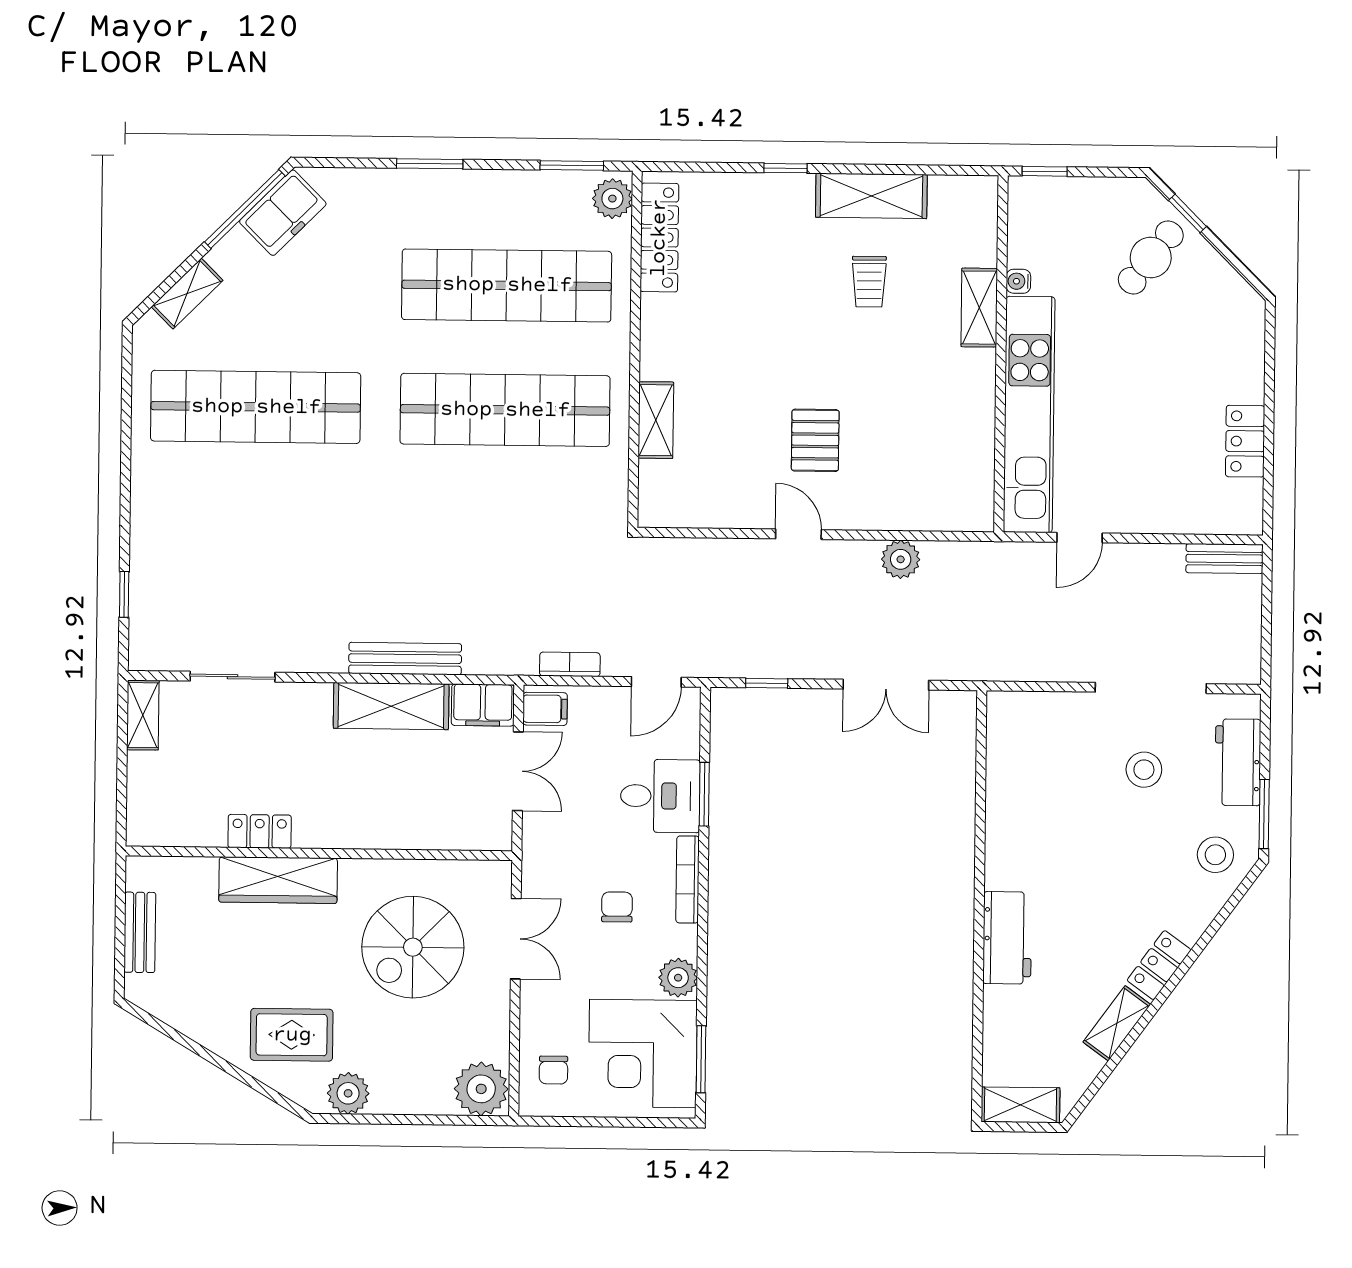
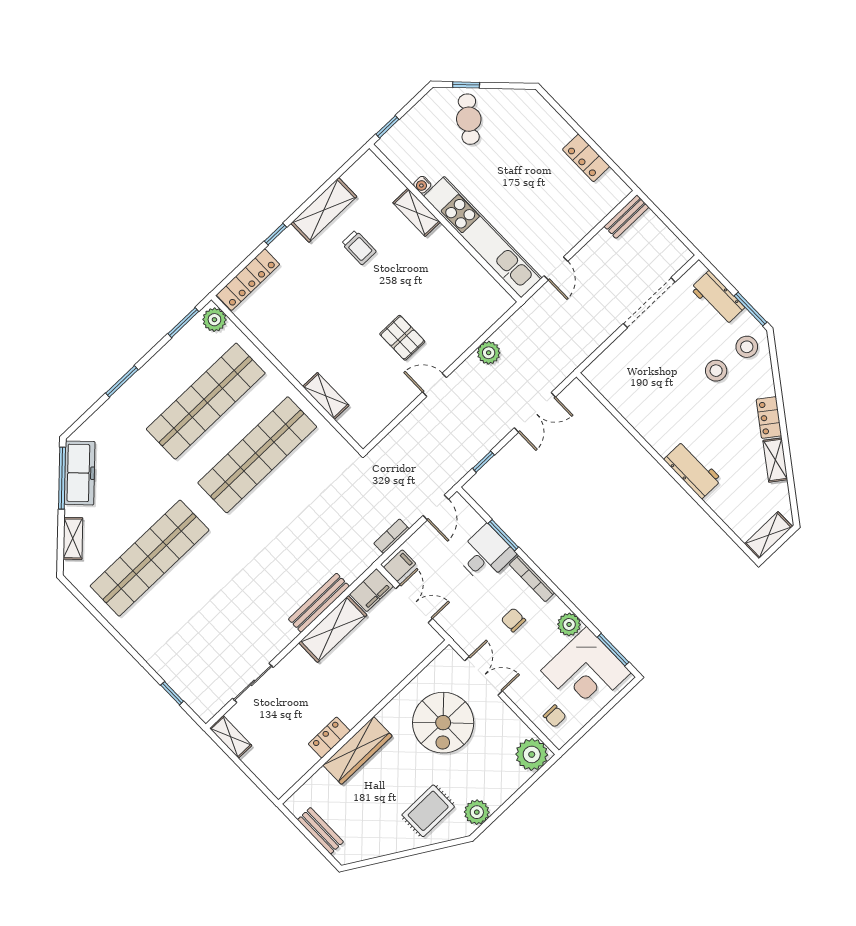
freezer: (283, 213) -> (80, 473), width x1.40
locker: (659, 238) -> (248, 280), moved, turned 90
stool: (1144, 770) -> (716, 371), moved

